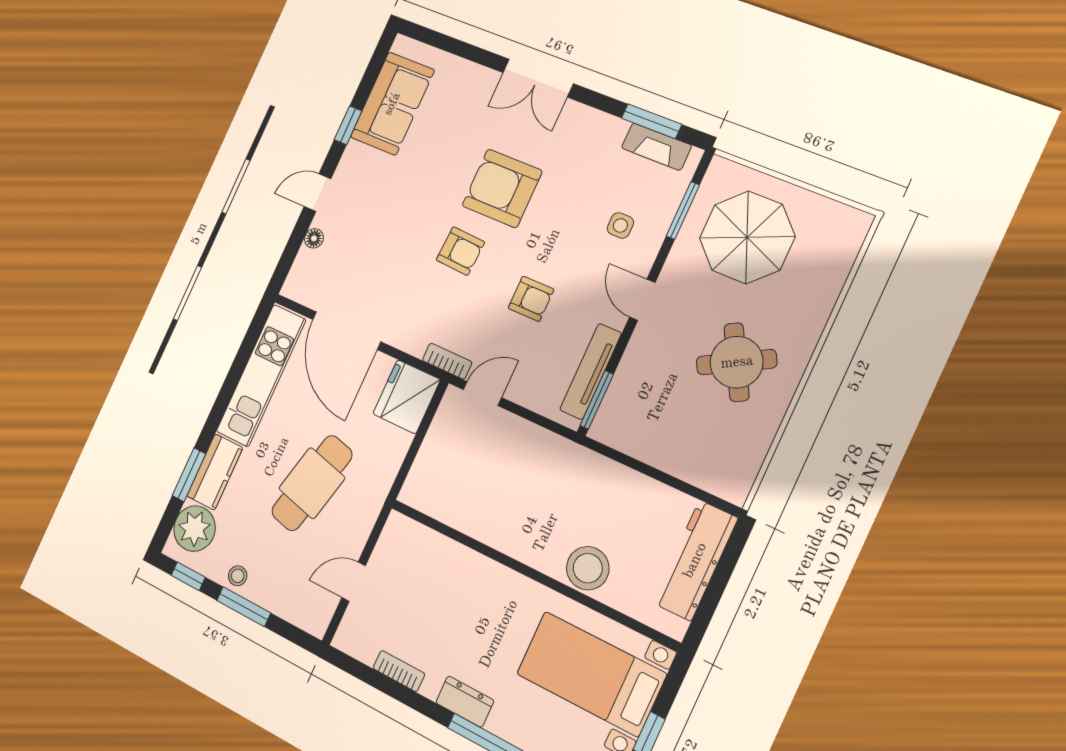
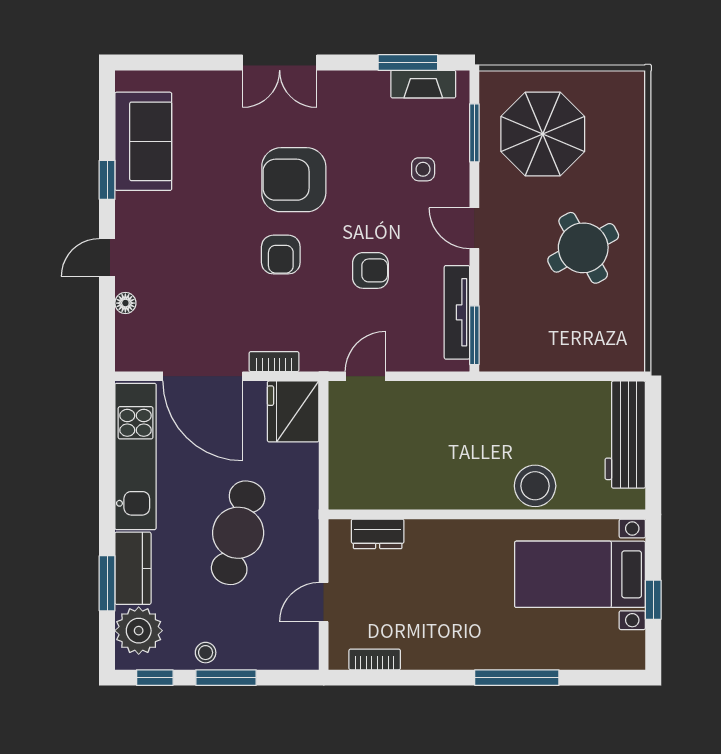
armchair: (460, 251) -> (281, 255), turned 87
bookcase: (447, 361) -> (274, 362), moved
bookcase: (399, 671) -> (375, 659), moved
dresser: (465, 702) -> (378, 534), moved, turned 180

